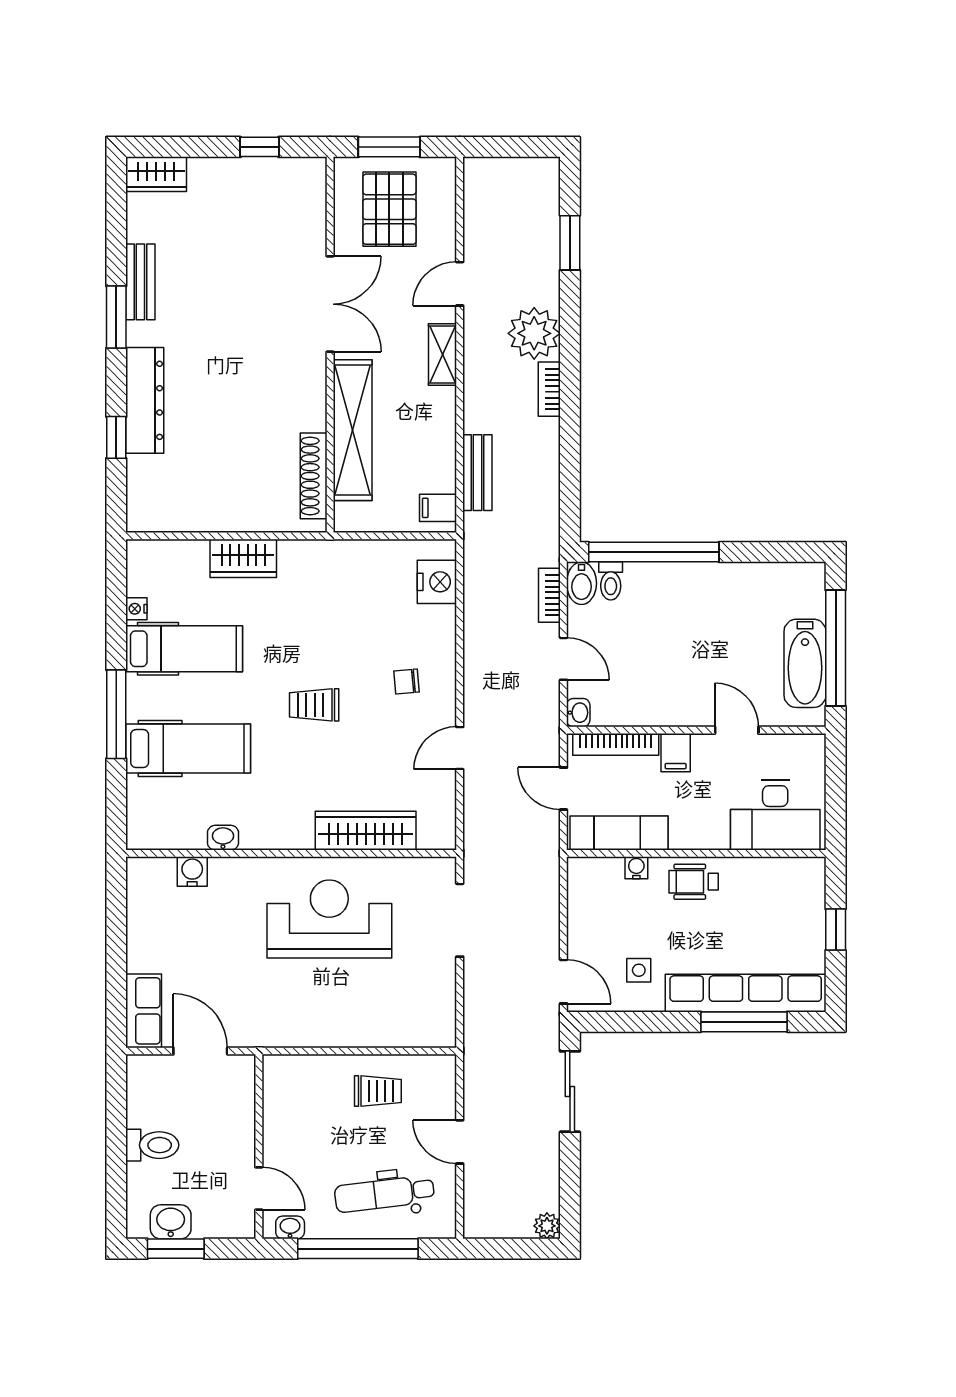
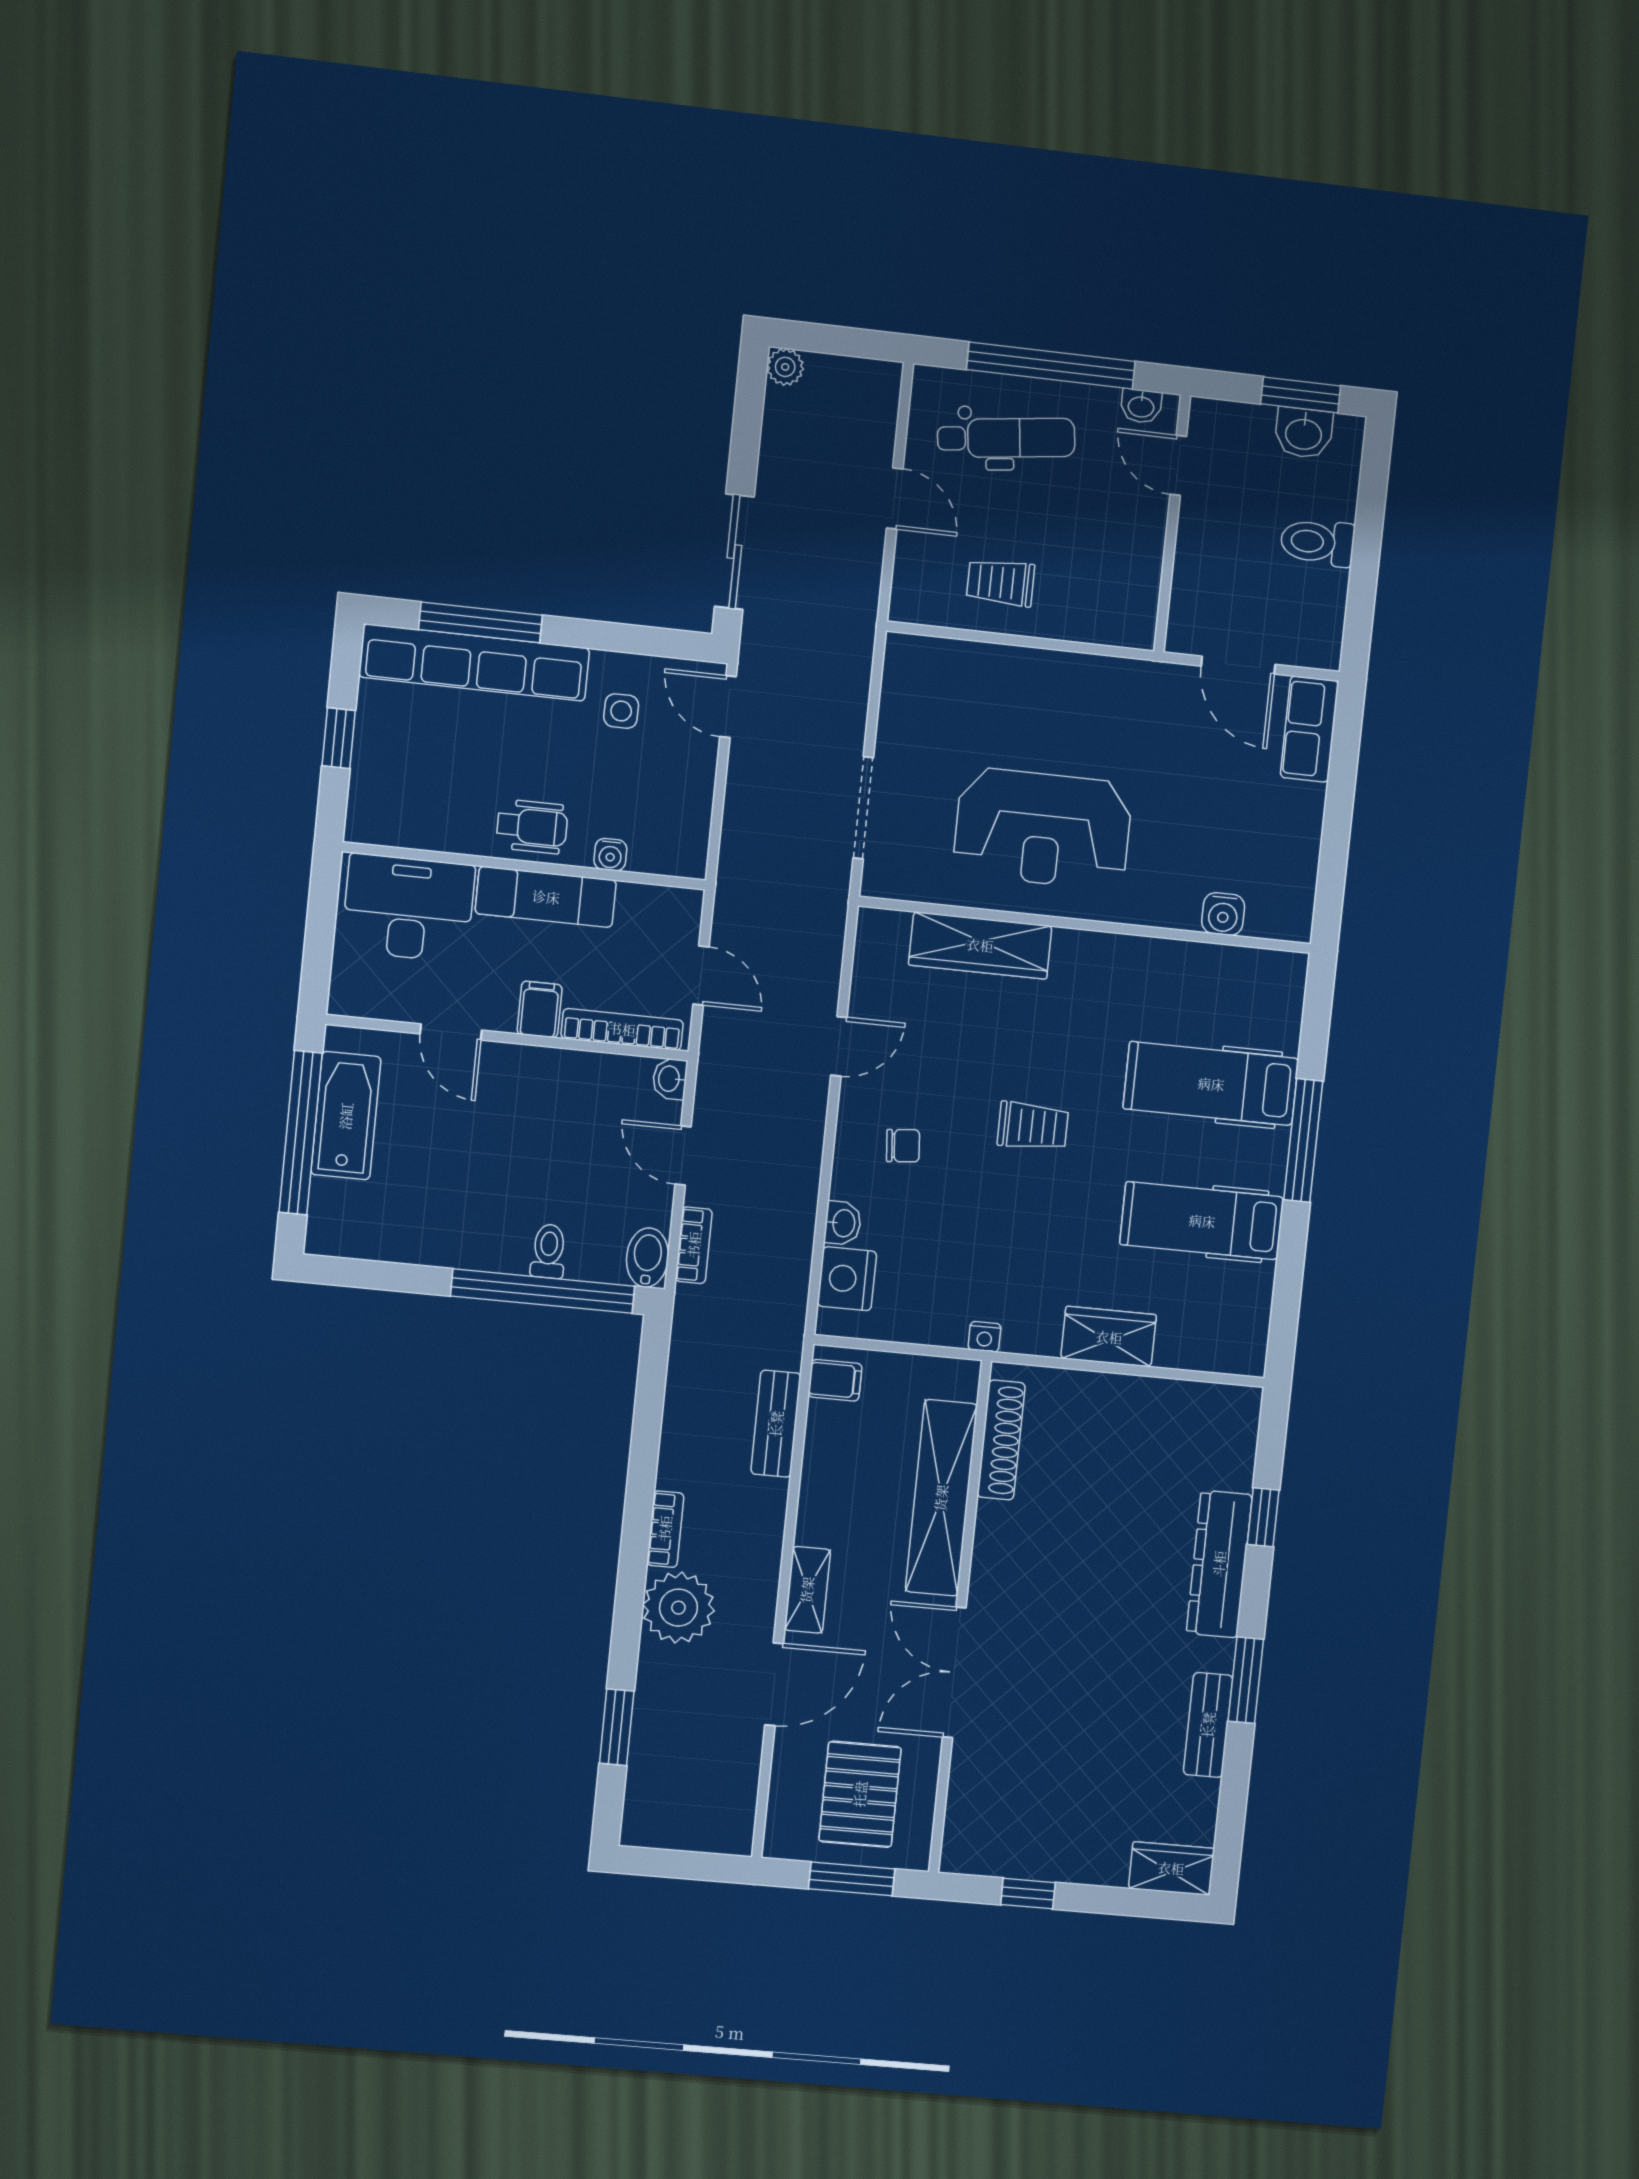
door: (460, 284) -> (774, 1684), width x1.38
toilet: (611, 581) -> (549, 1251), moved
nightstand: (136, 609) -> (984, 1337), moved, turned 90
exam couch: (619, 833) -> (546, 897), moved
washbasin: (223, 838) -> (843, 1223), moved, turned -90

